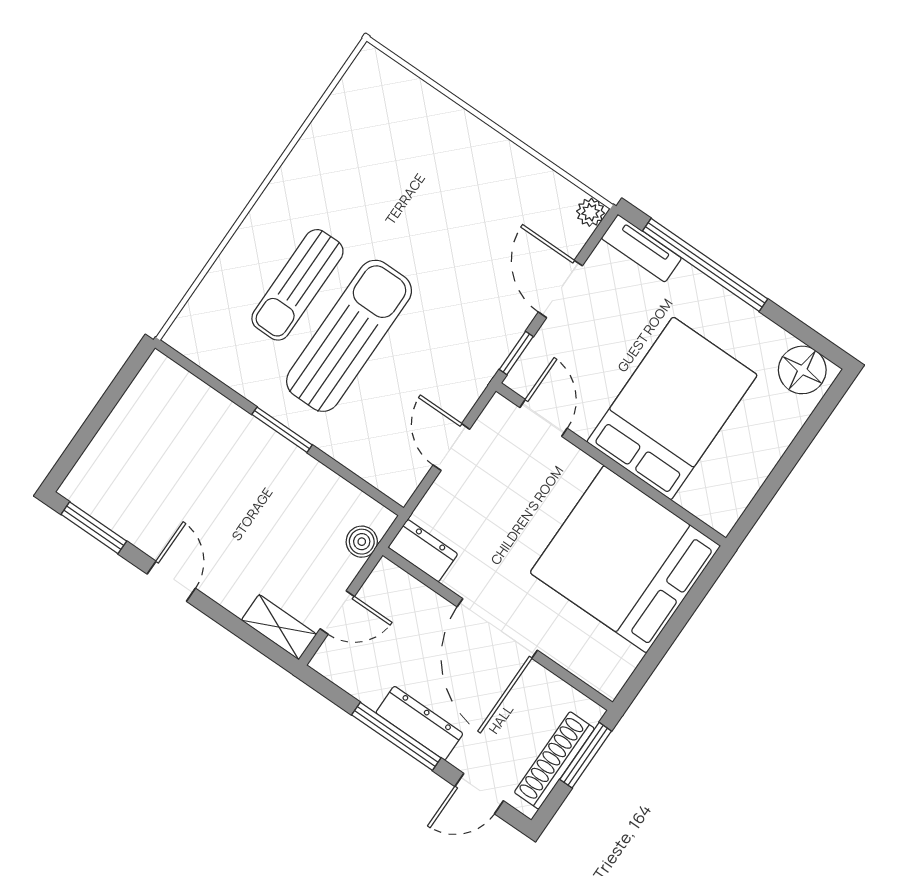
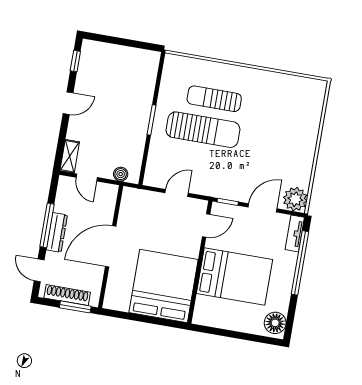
plant: (591, 212) -> (295, 199), width x1.87, depth x1.87
window: (94, 528) -> (75, 61), width x0.67
dresser: (423, 551) -> (129, 201), removed

